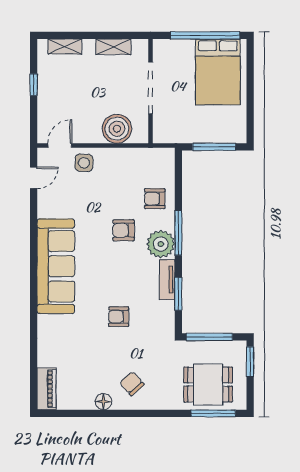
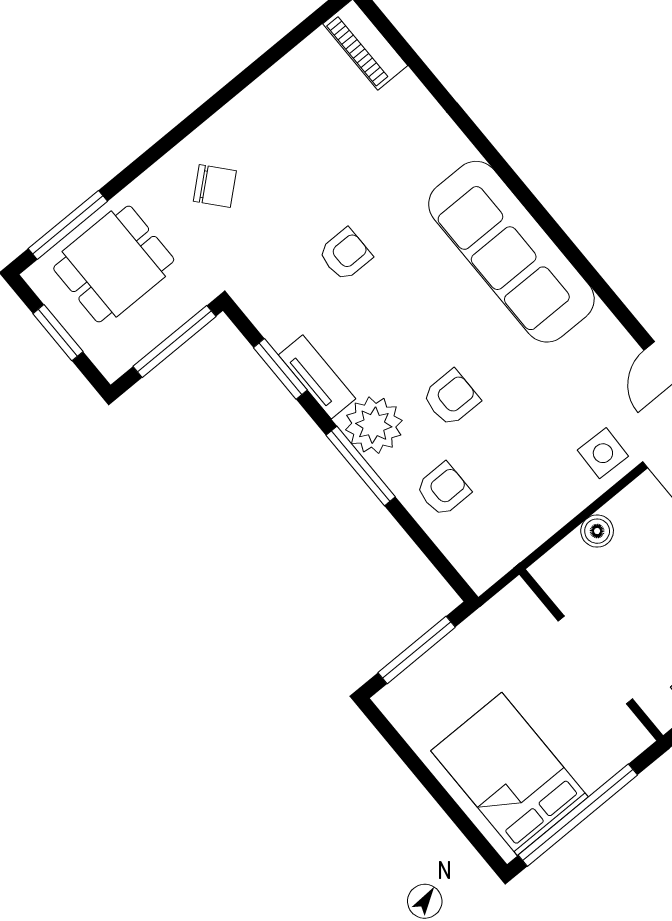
boiler: (117, 129) -> (597, 531), width x0.54, depth x0.54
window: (250, 362) -> (58, 333), moved
chair: (132, 384) -> (215, 186), moved
floor lamp: (103, 402) -> (258, 99), removed

